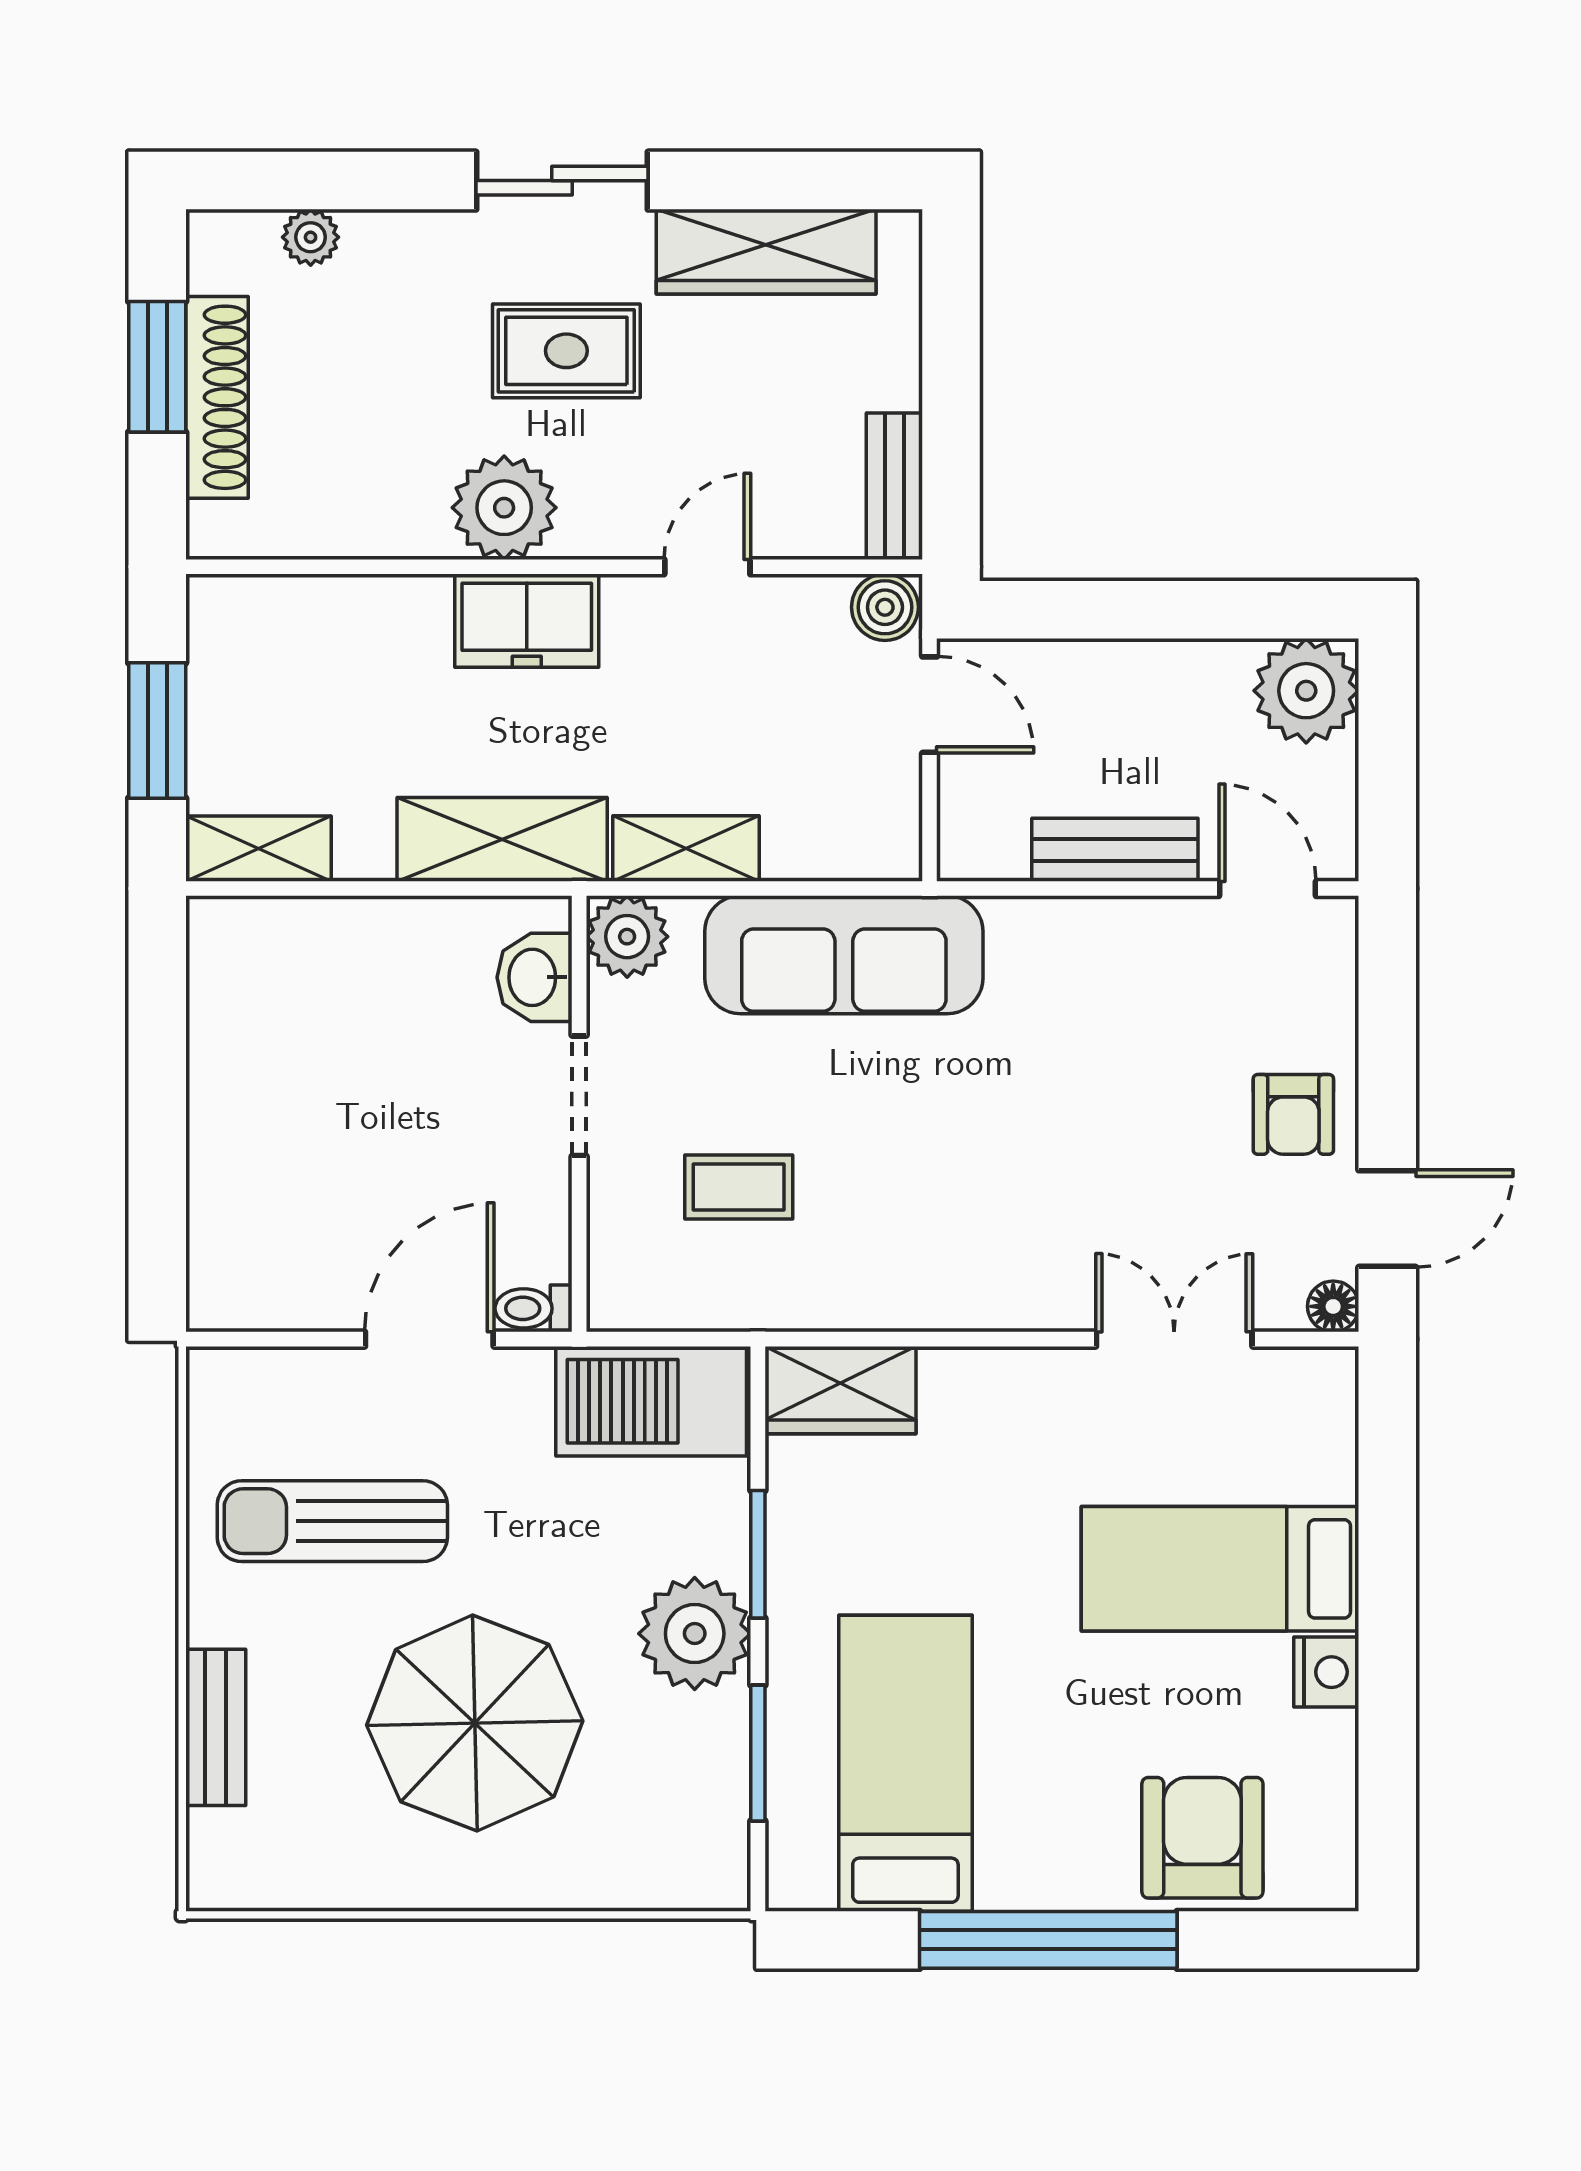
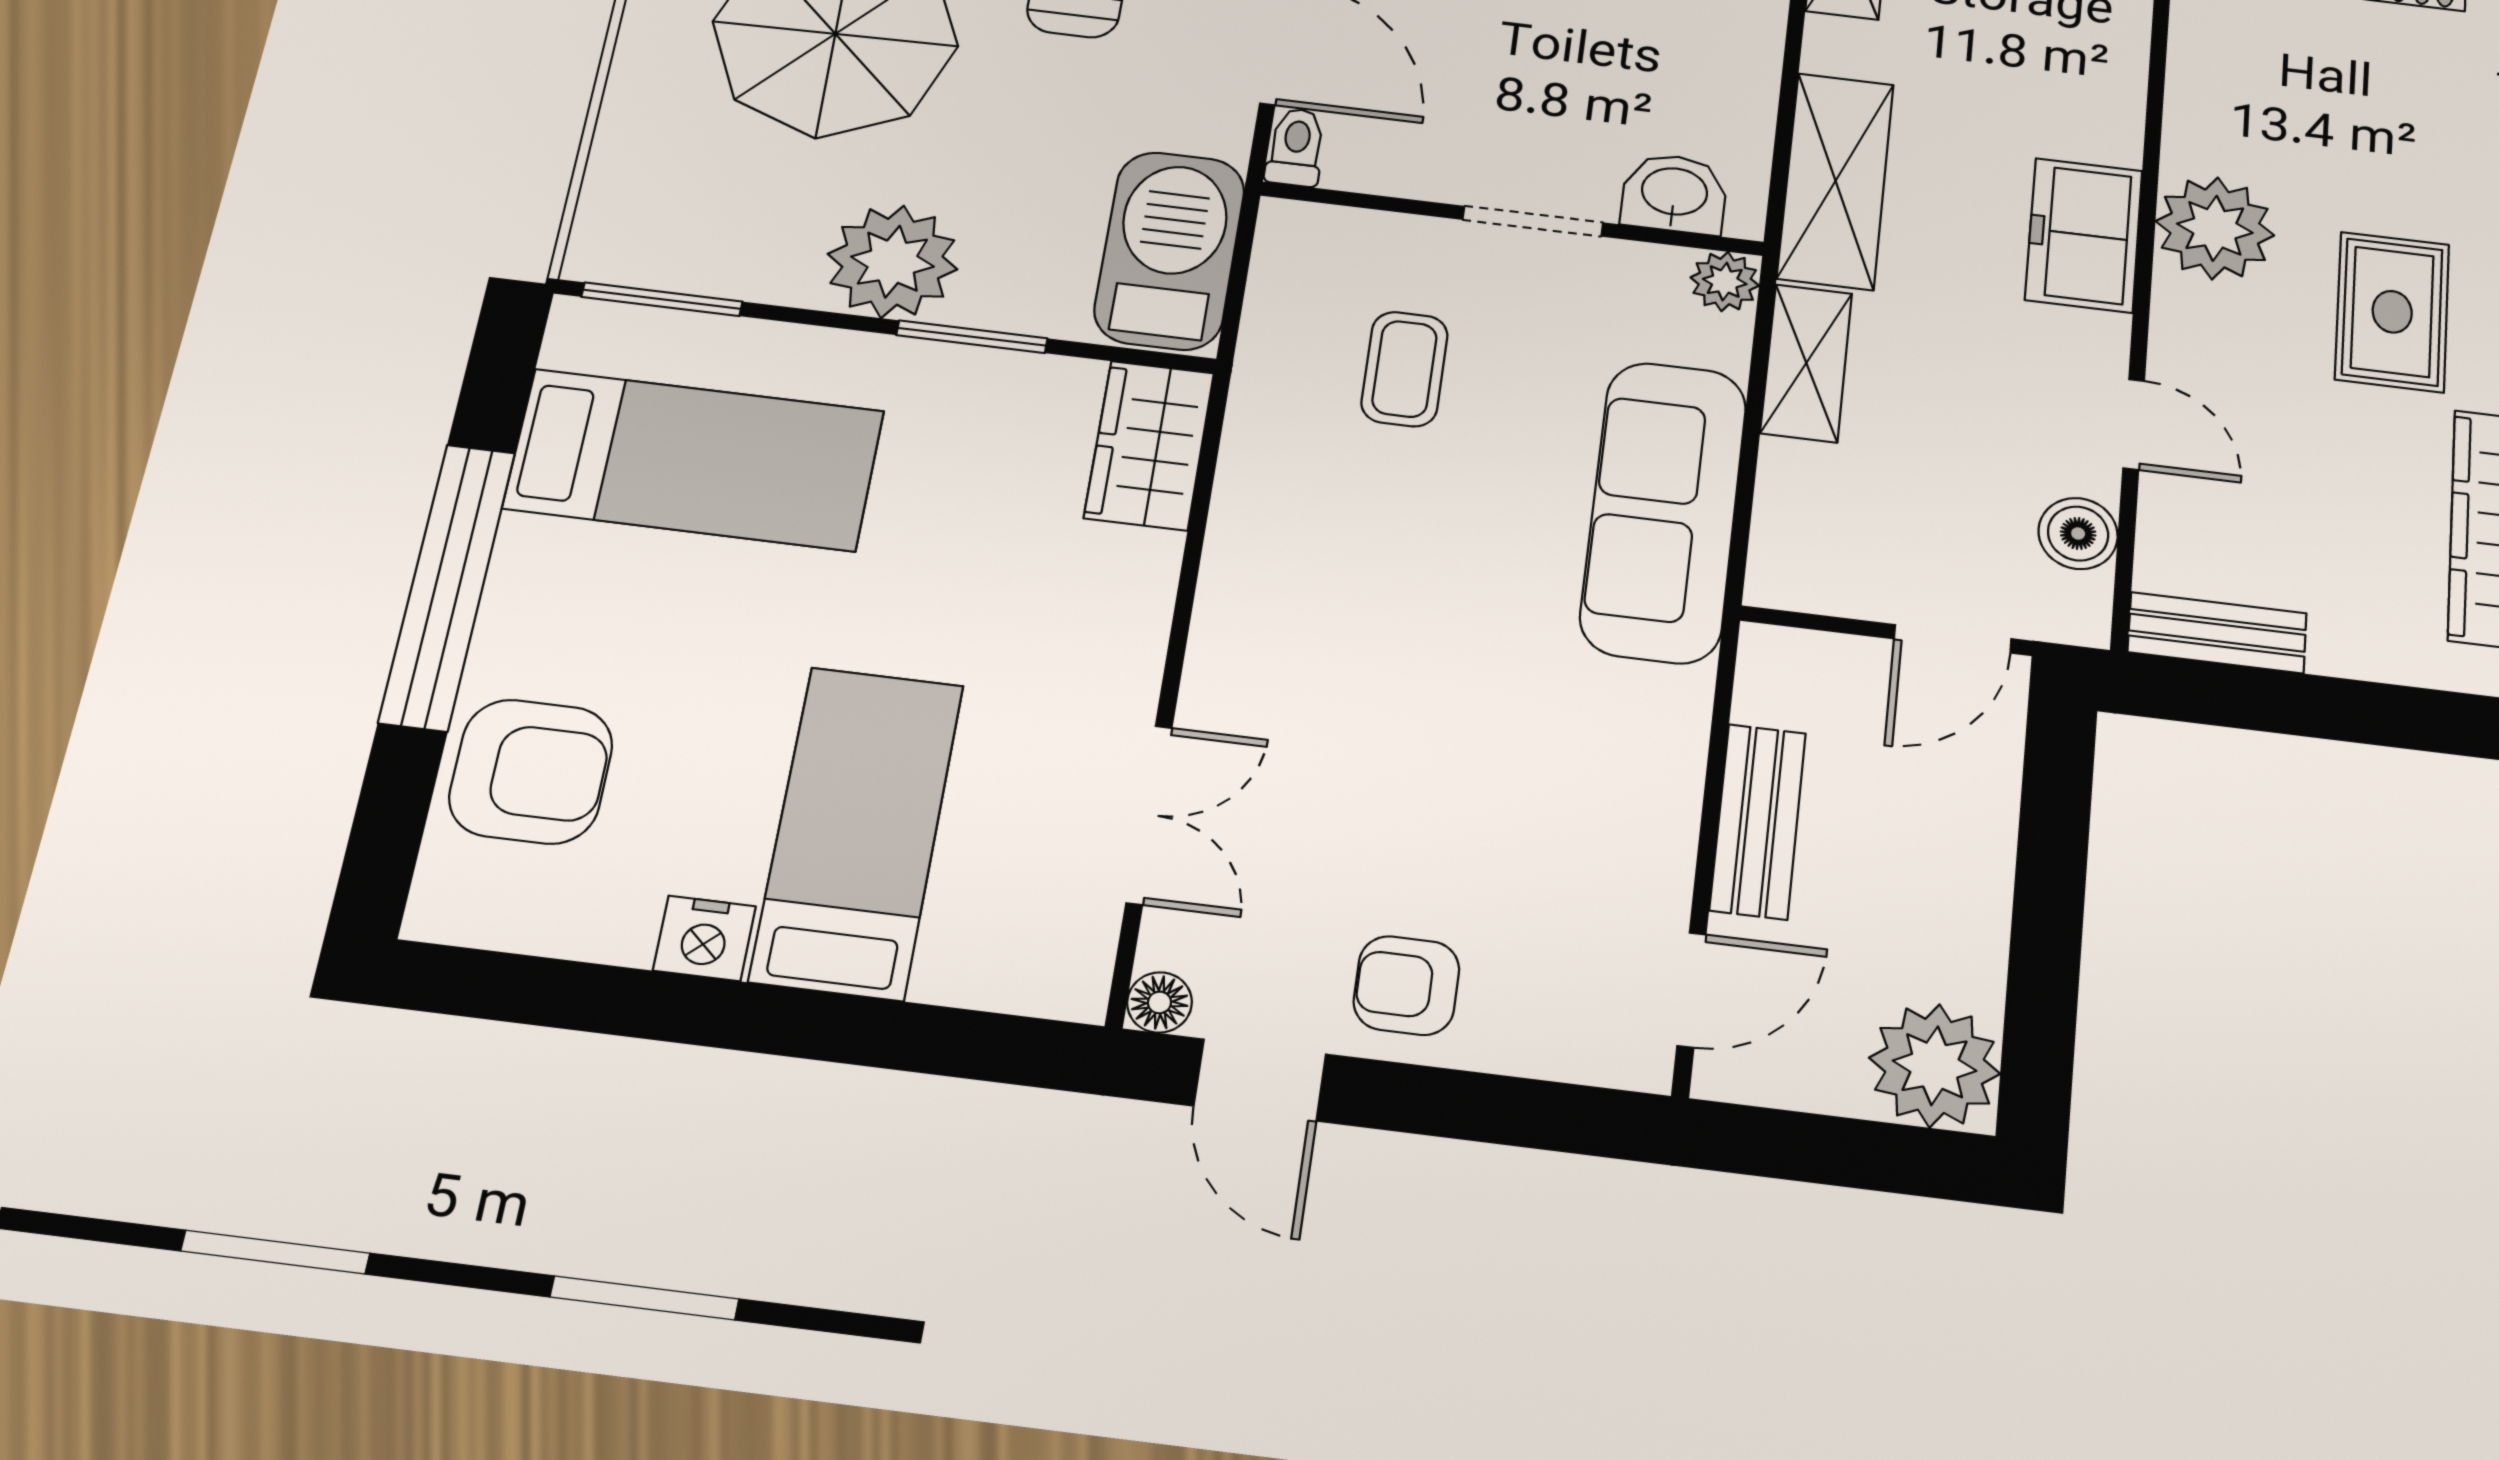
boiler: (885, 607) -> (2078, 533), moved
plant: (627, 937) -> (1725, 281), width x0.73, depth x0.73
window: (758, 1753) -> (662, 299), moved

